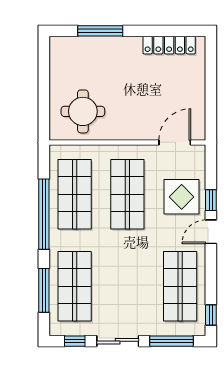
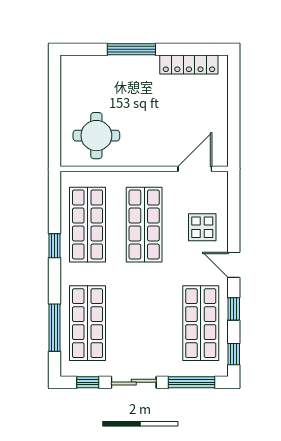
window: (100, 31) -> (131, 49), moved
display table: (182, 197) -> (202, 227), width x0.73, depth x0.73
window: (211, 200) -> (234, 309), moved
window: (44, 214) -> (55, 246), width x0.32
door: (211, 232) -> (234, 265), hinge flipped

